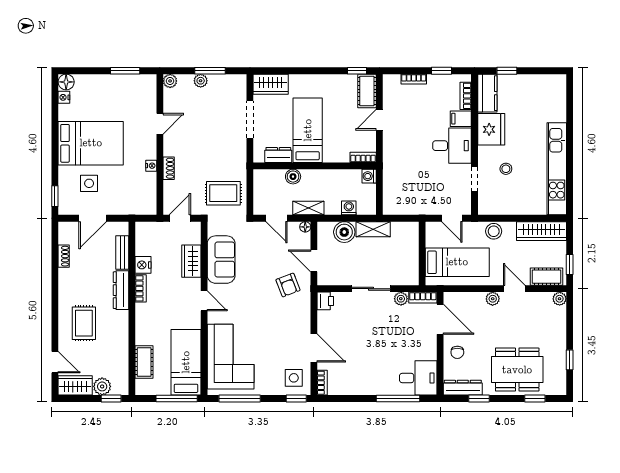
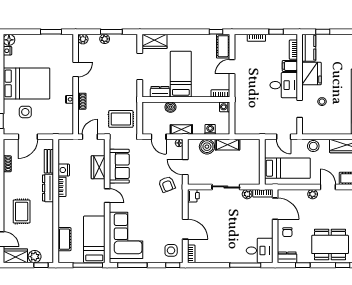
dresser: (463, 388) -> (287, 257), width x0.70

